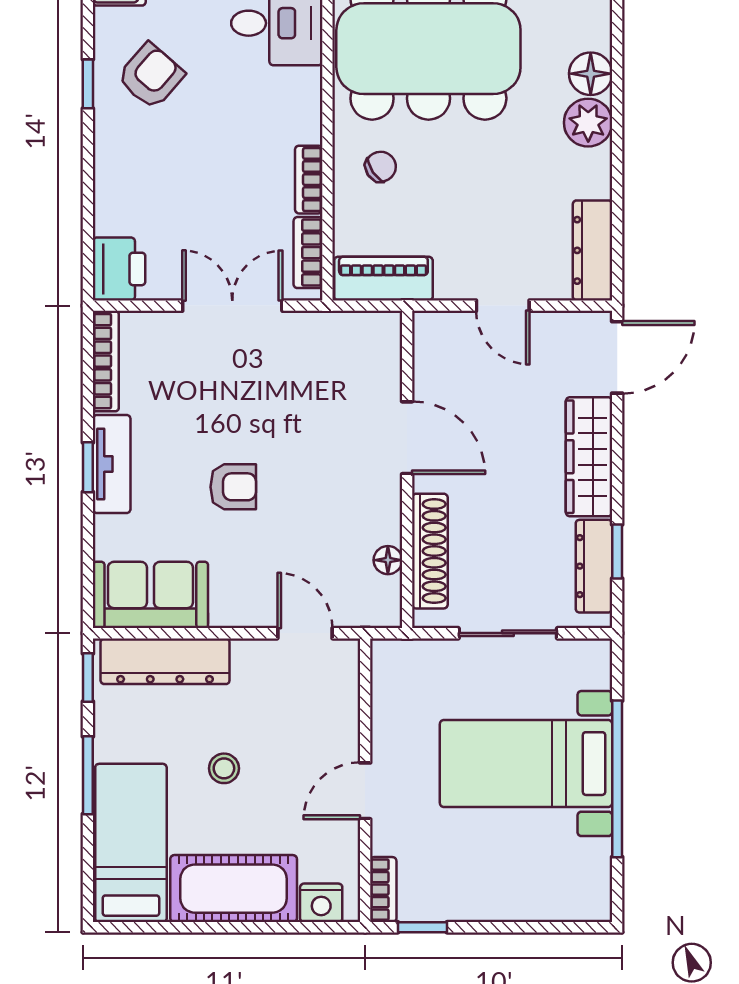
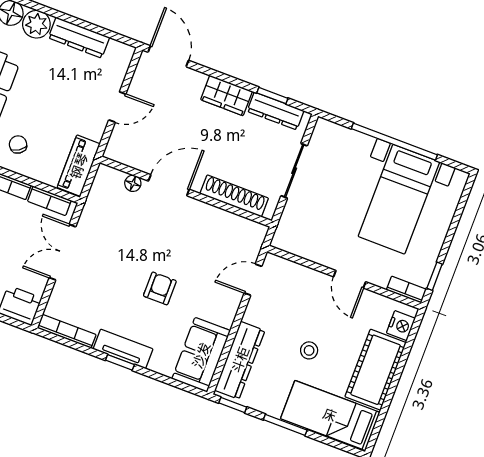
dresser: (592, 250) -> (79, 38), moved
wardrobe: (589, 457) -> (227, 95), width x0.67
floor lamp: (388, 560) -> (133, 183), moved
bed with nightstands: (526, 764) -> (399, 199), moved

